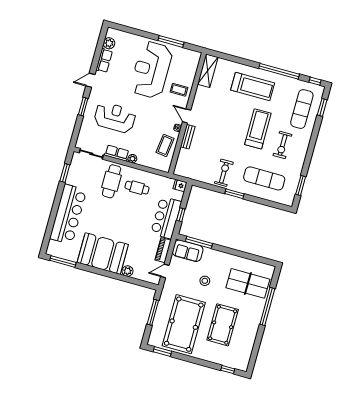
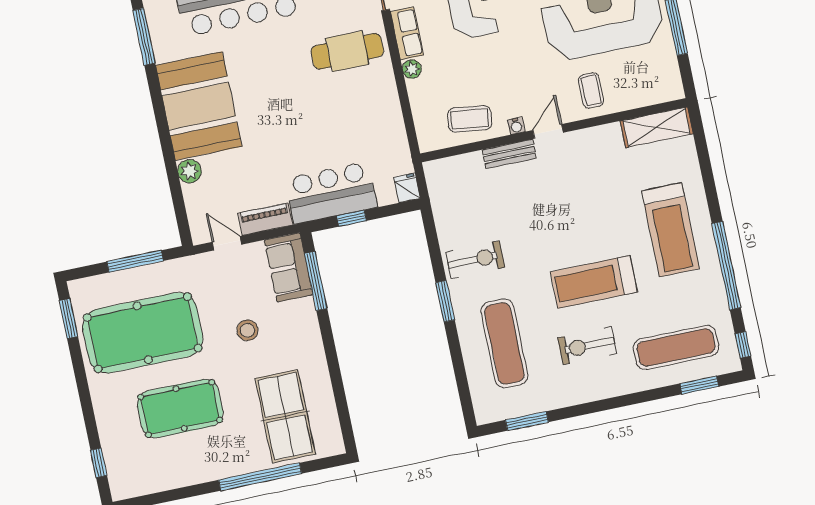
treadmill: (258, 129) -> (594, 282), turned 180
cafe table: (137, 188) -> (360, 107), removed

